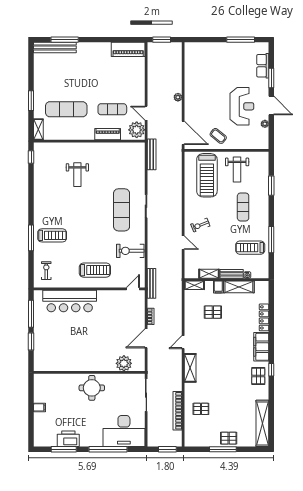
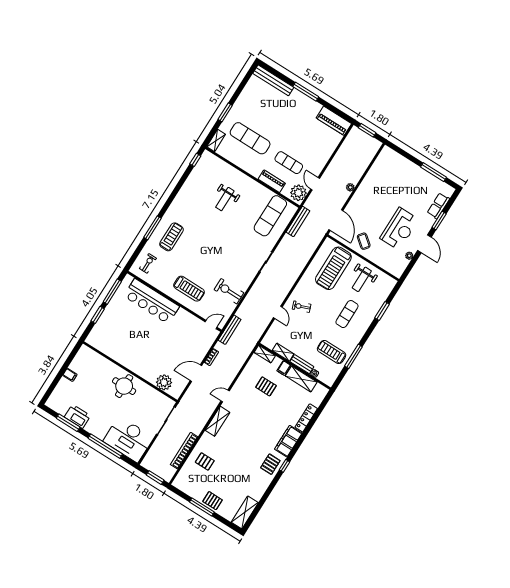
window: (65, 40) -> (306, 92), moved
exercise mat: (122, 210) -> (270, 216), moved
treadmill: (52, 235) -> (171, 237), turned -90
shelving: (262, 423) -> (245, 512), width x0.68

